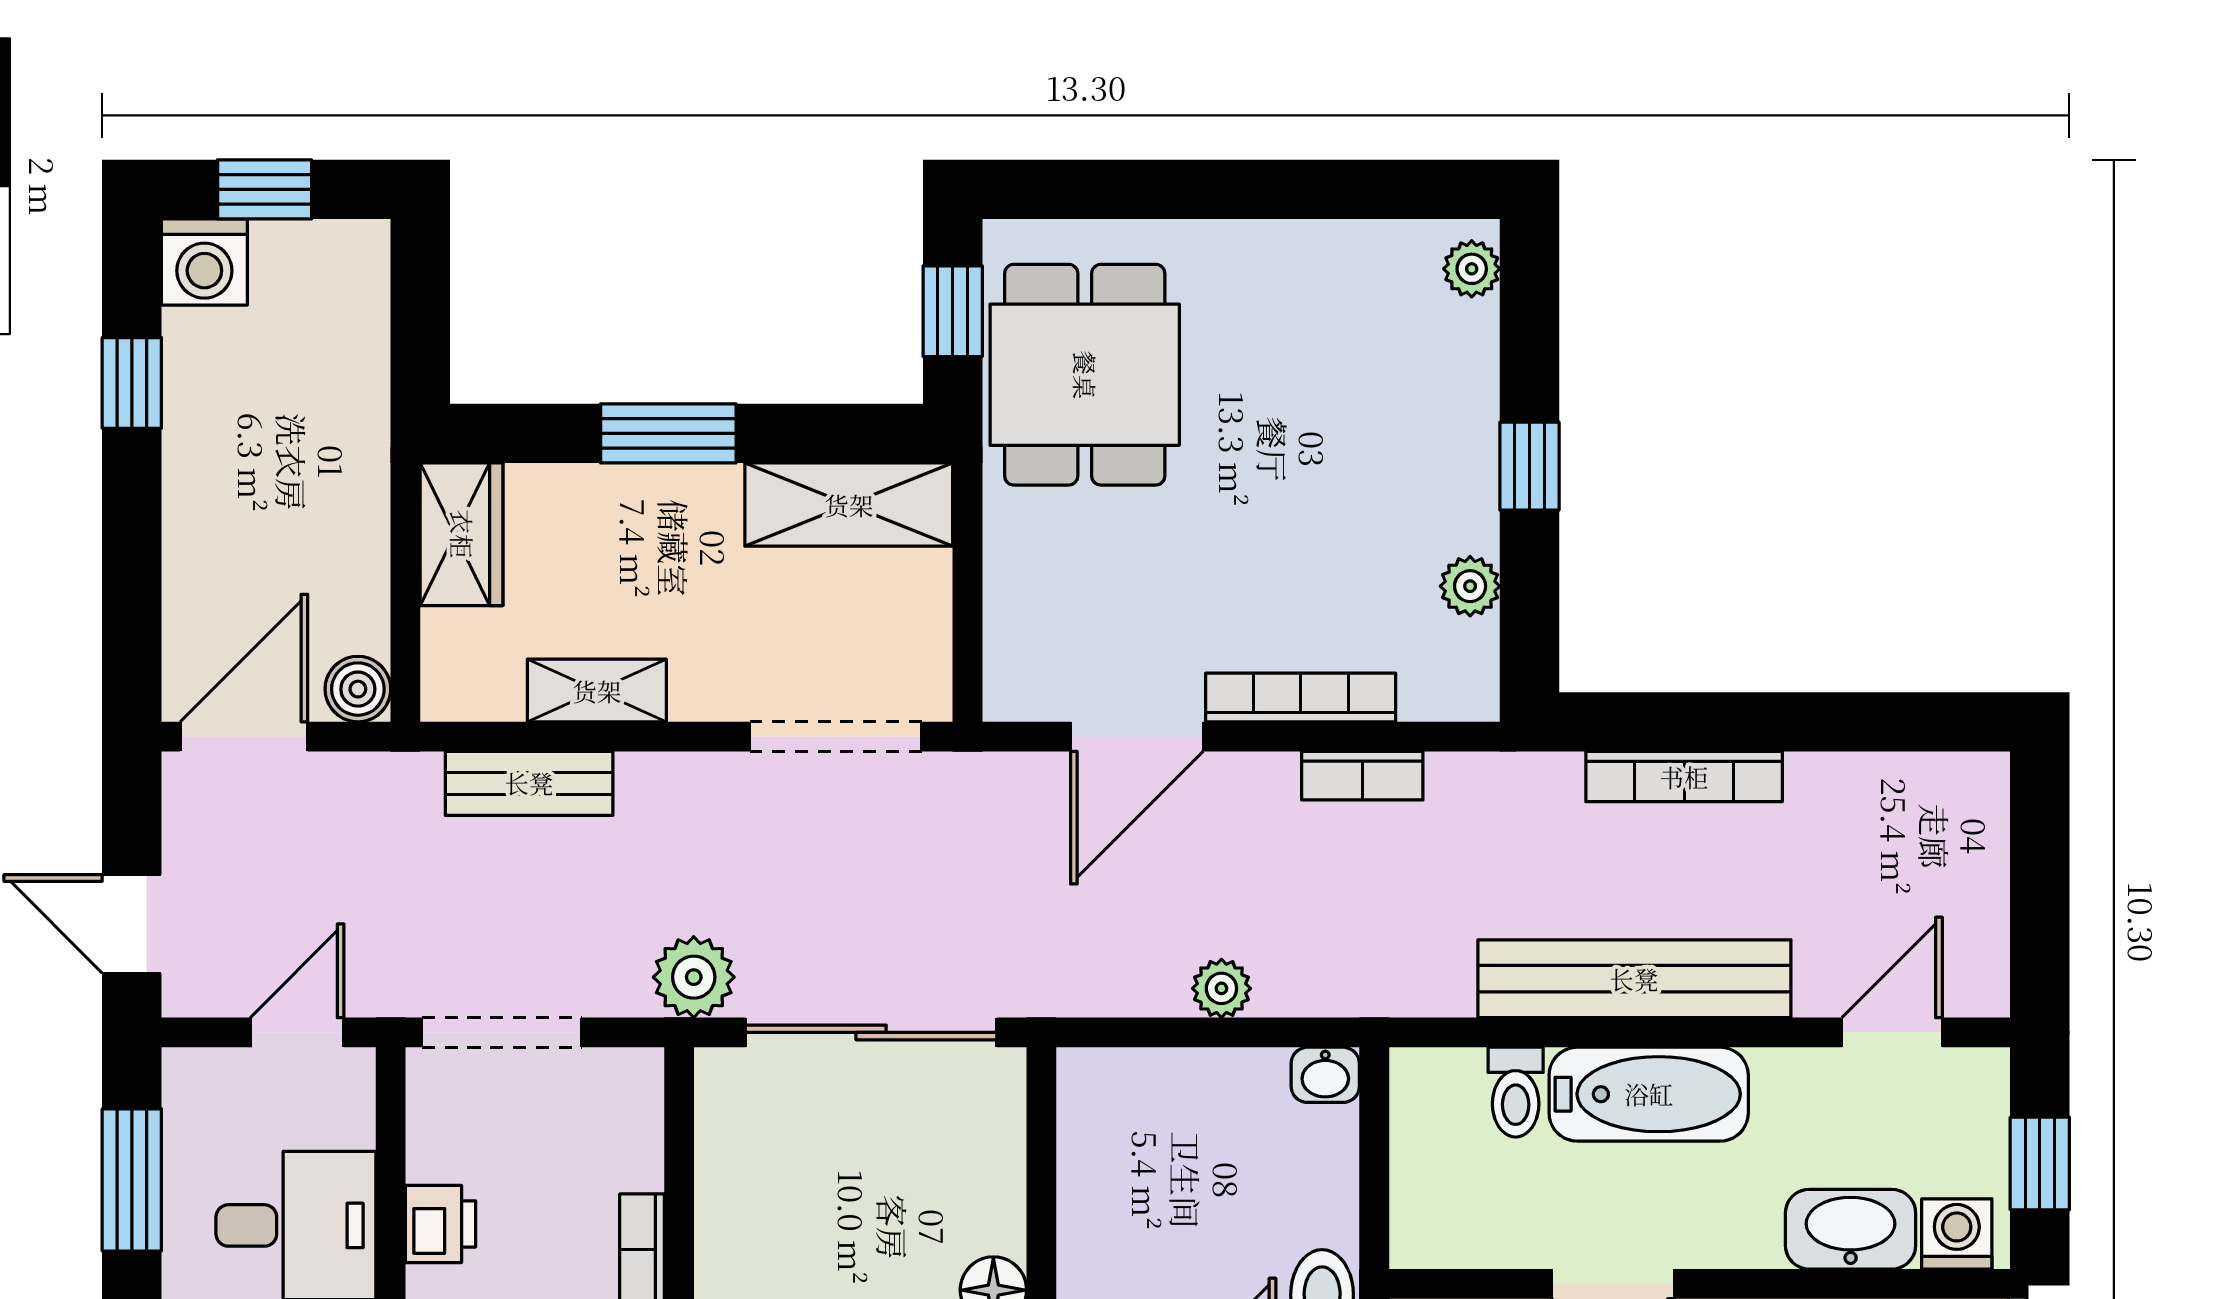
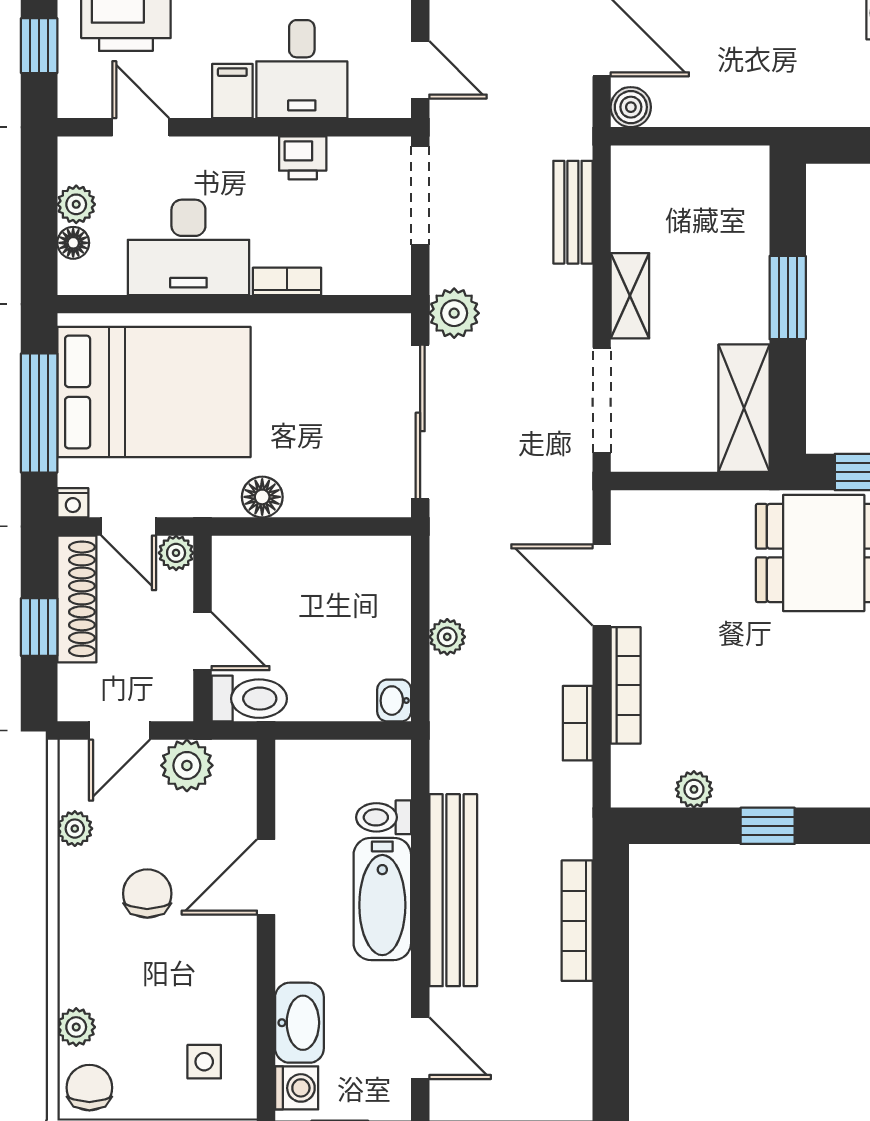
wardrobe: (462, 534) -> (726, 171), removed
shelving: (597, 691) -> (630, 296), moved

